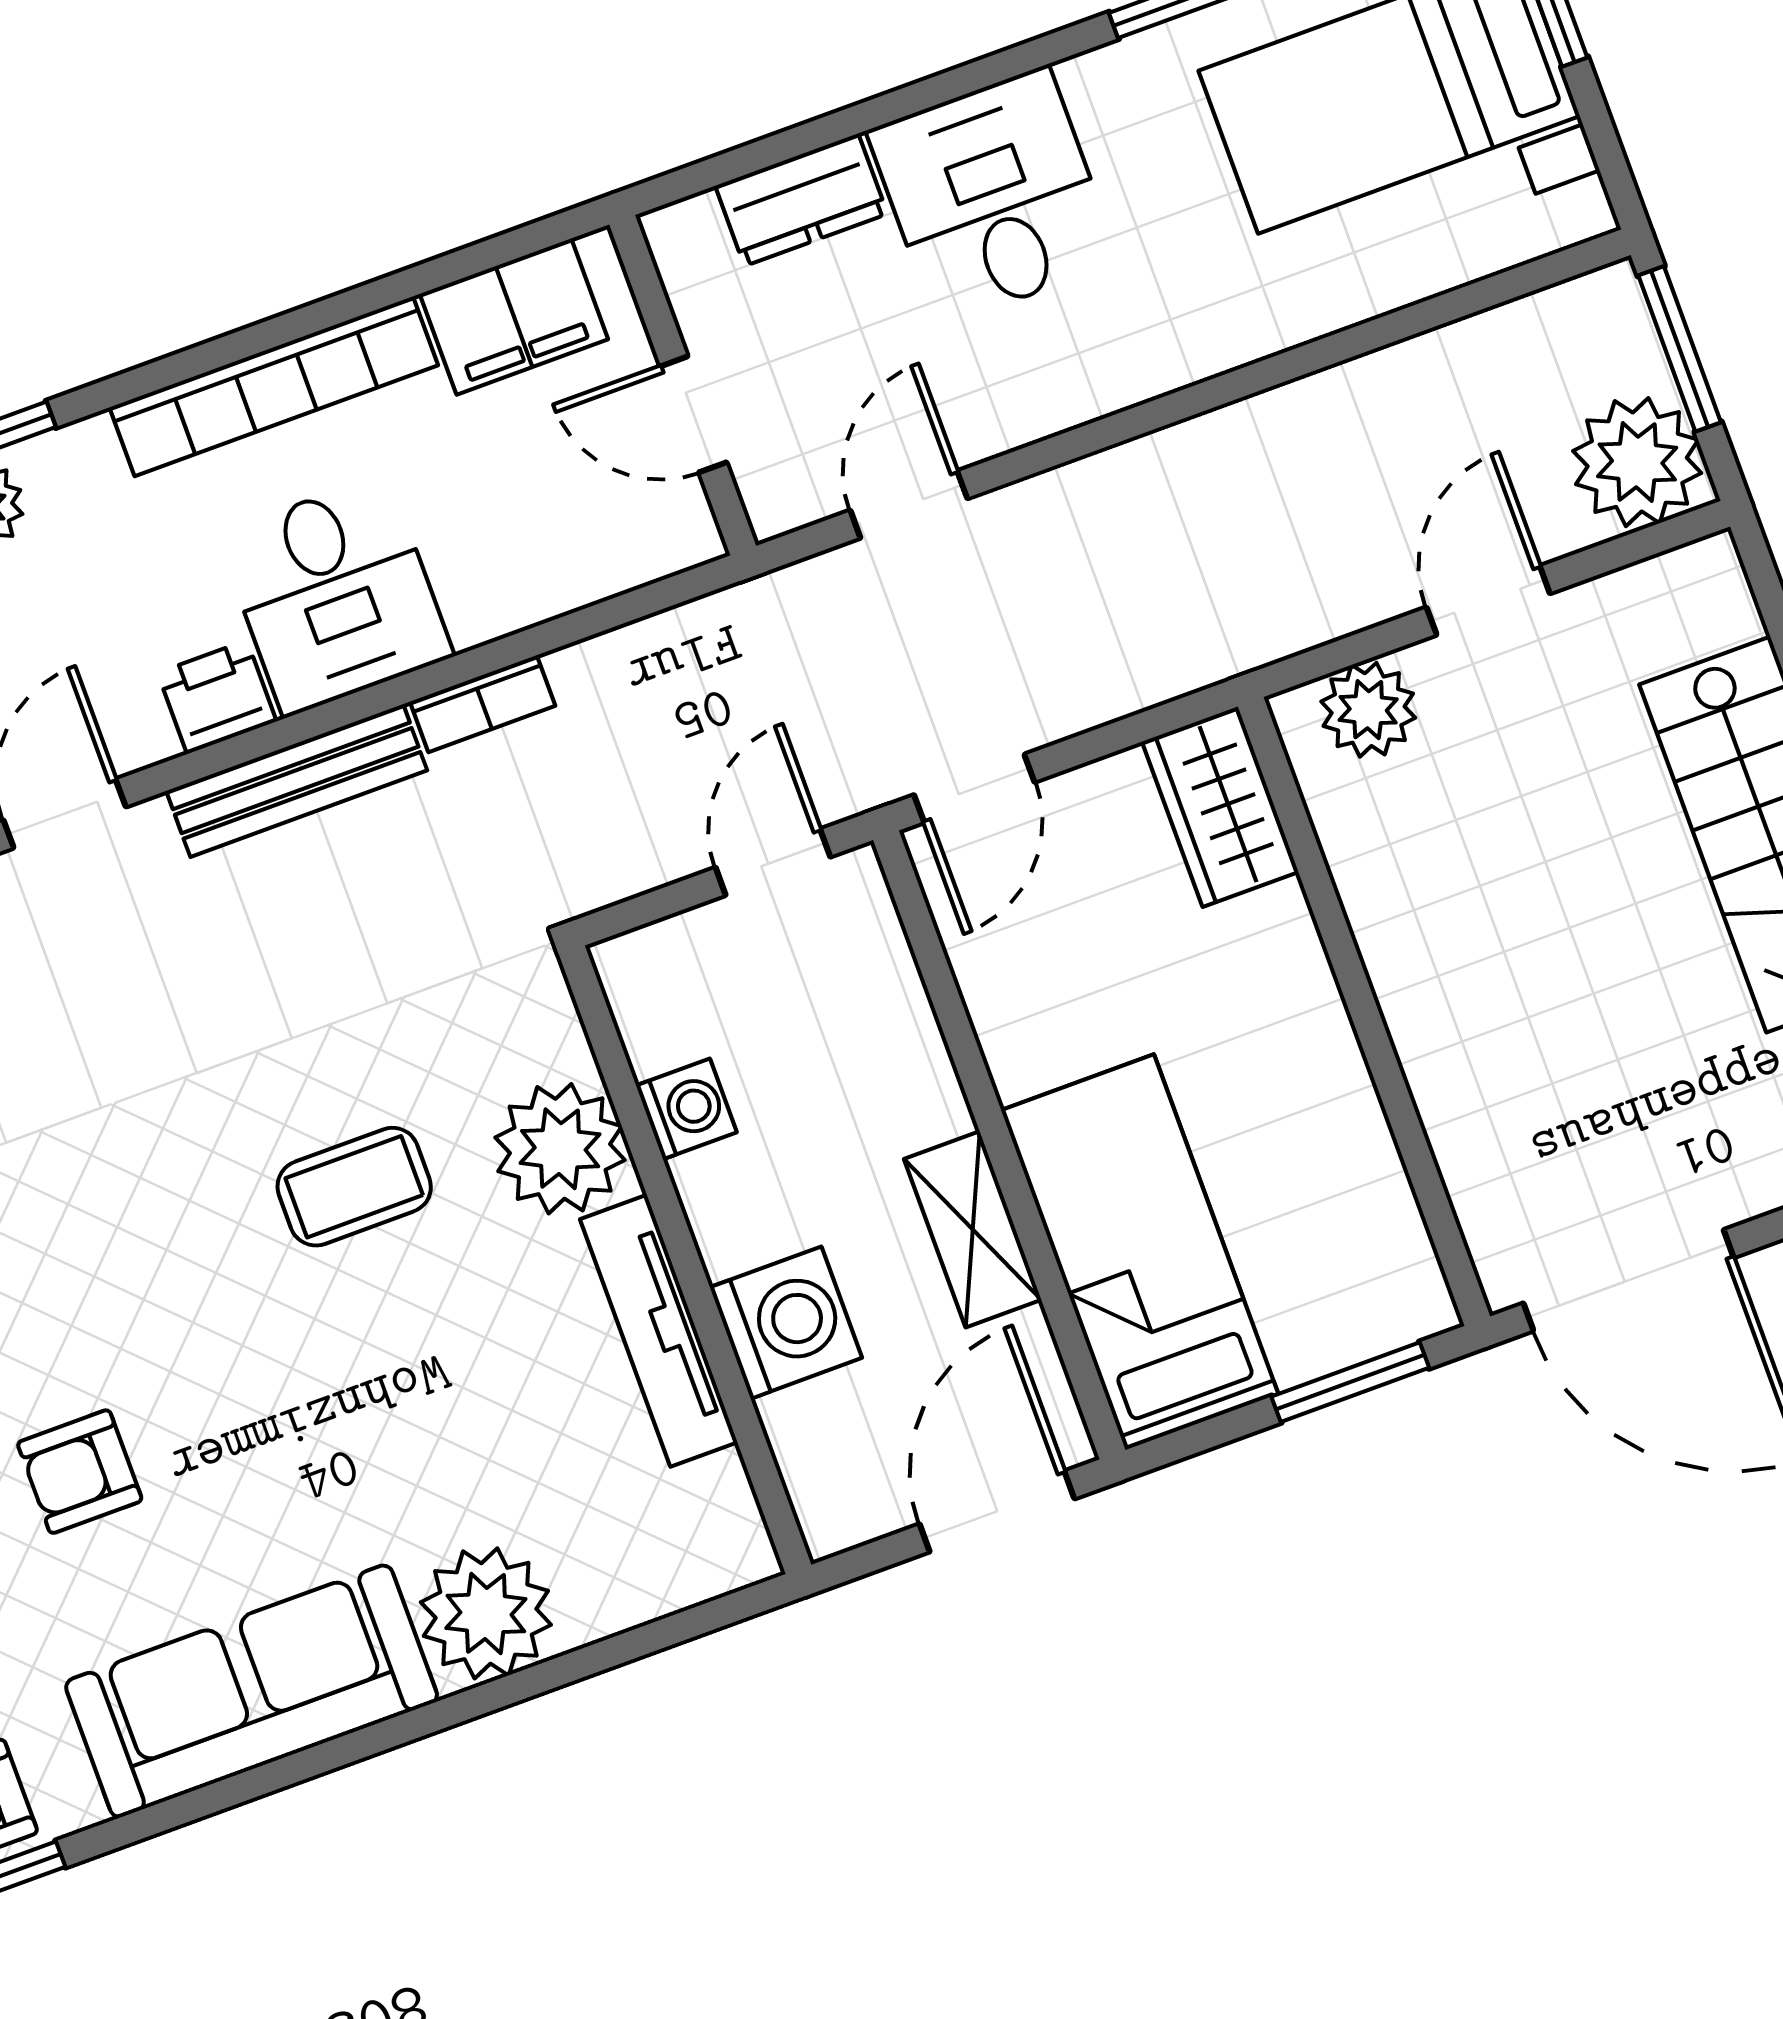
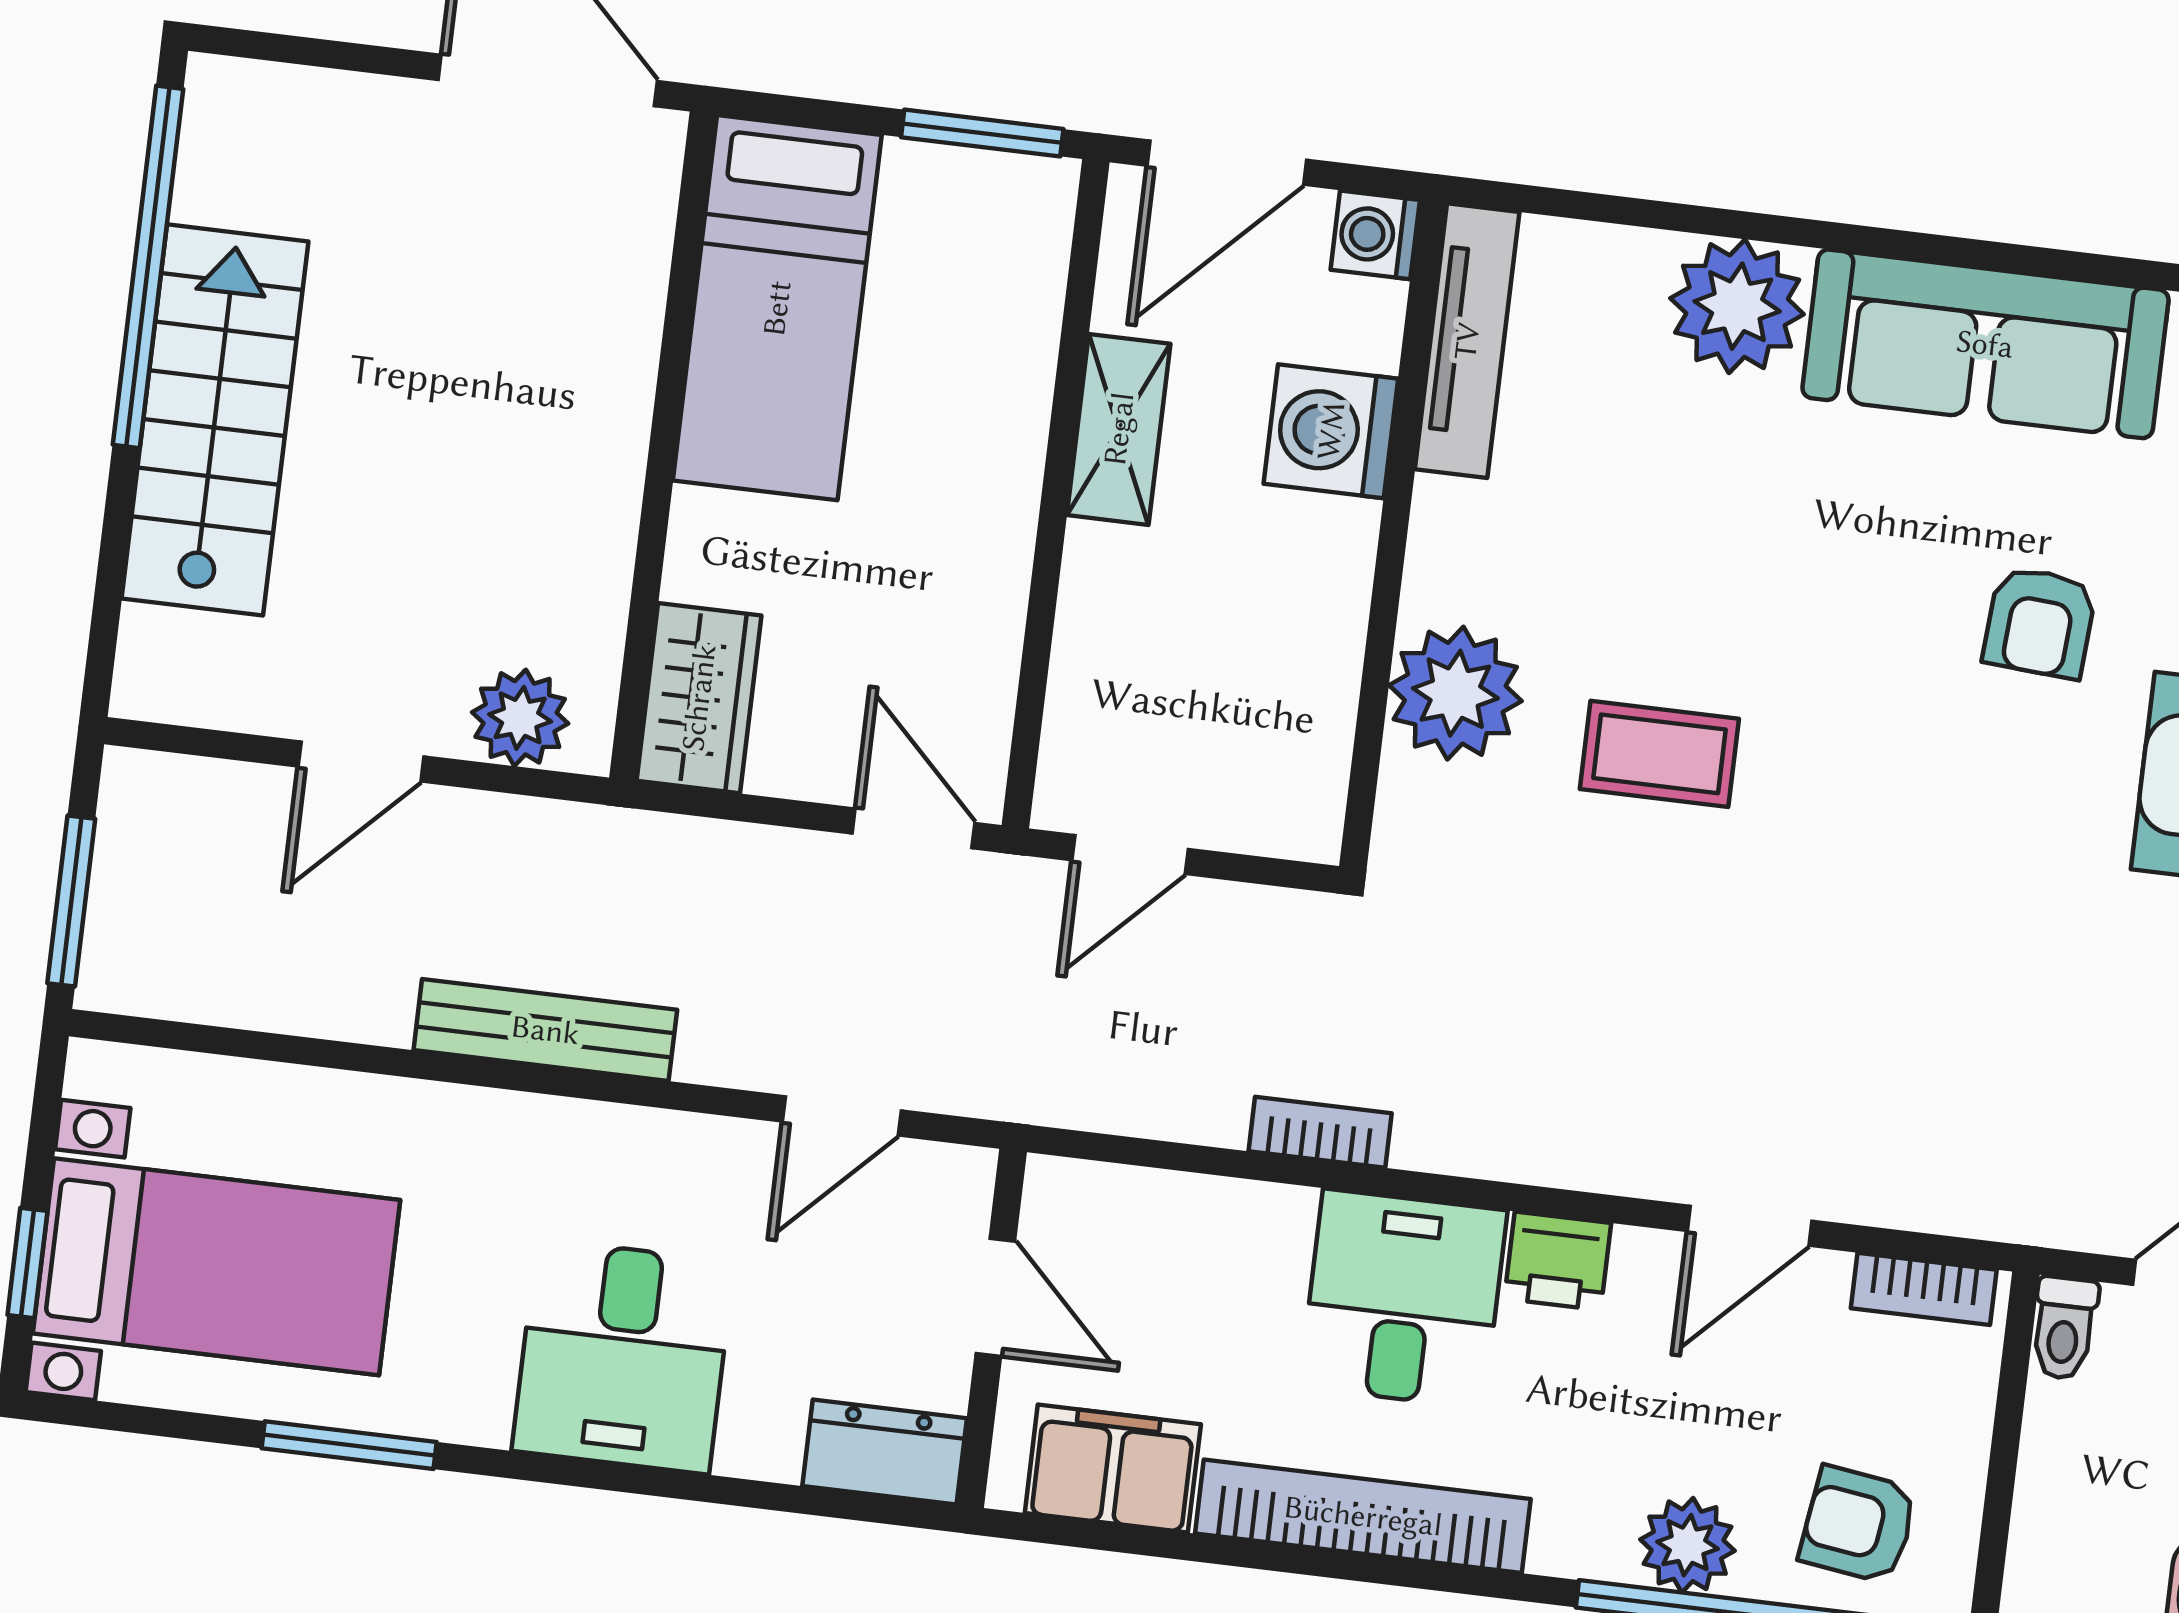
dresser: (801, 200) -> (885, 1452), moved
plant: (1637, 462) -> (162, 818), removed
bench: (297, 781) -> (545, 1030), moved
door: (974, 788) -> (914, 828), hinge flipped
washing machine: (686, 1109) -> (1375, 235), moved
bed: (1140, 1252) -> (777, 308), moved
tv unit: (659, 1331) -> (1467, 341), moved
window: (1350, 1382) -> (982, 133), moved
armchair: (80, 1472) -> (2040, 622), turned 94

